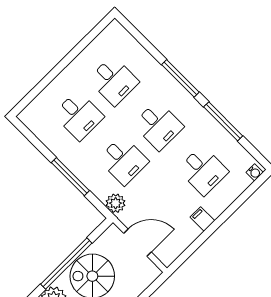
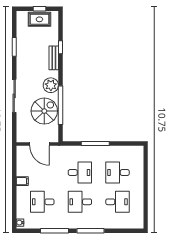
desk: (114, 81) -> (117, 202), turned 180
desk: (123, 160) -> (80, 172), turned 180
plant: (116, 203) -> (65, 151), removed
door: (137, 243) -> (39, 144), hinge flipped

